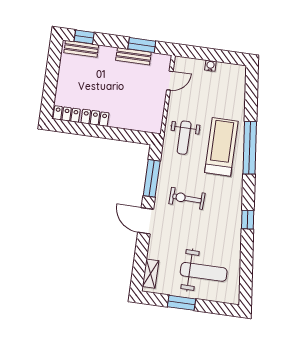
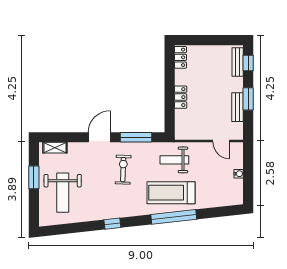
window: (142, 45) -> (248, 99), moved
locker: (95, 118) -> (181, 97), moved
treadmill: (221, 147) -> (171, 193), turned 180

